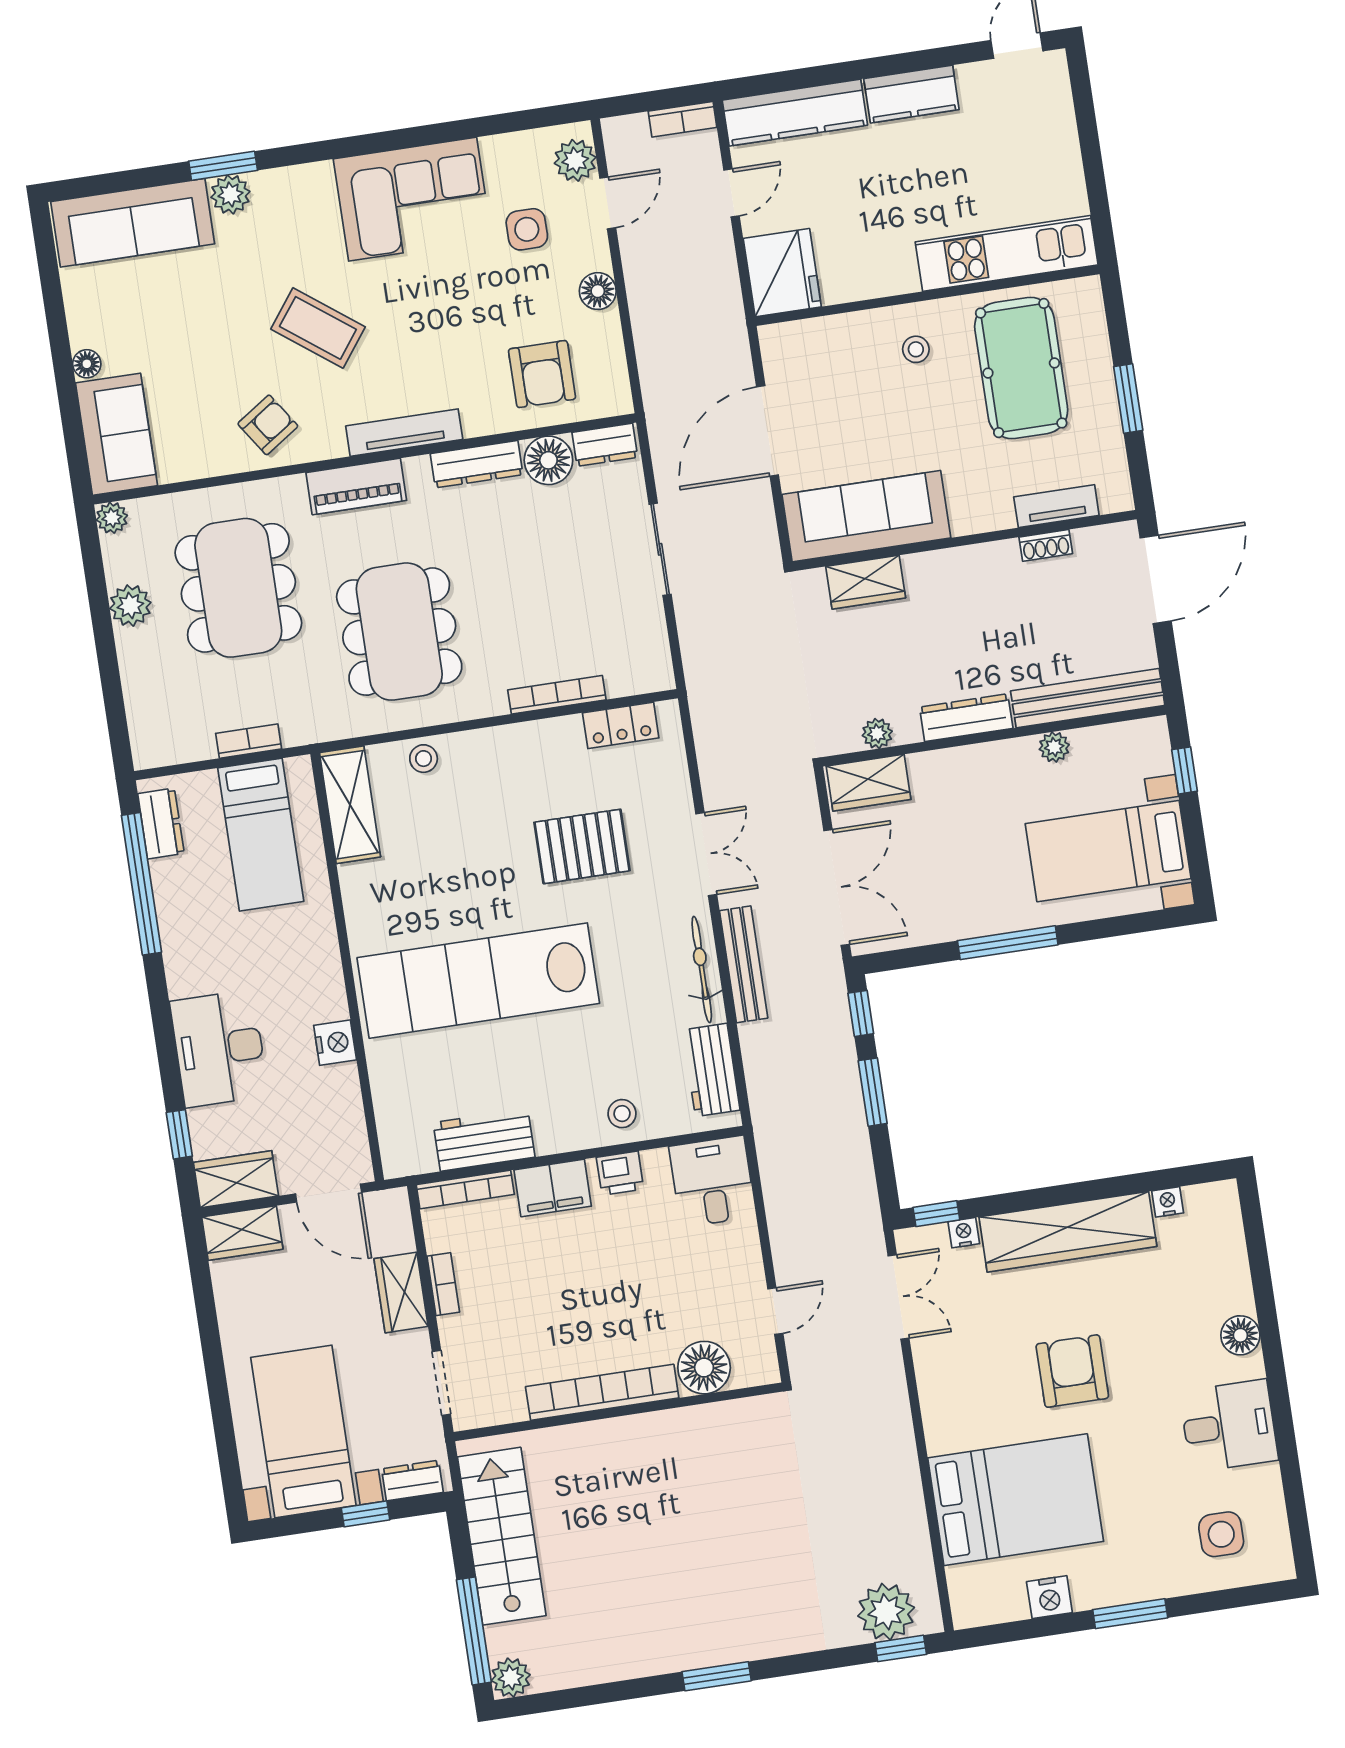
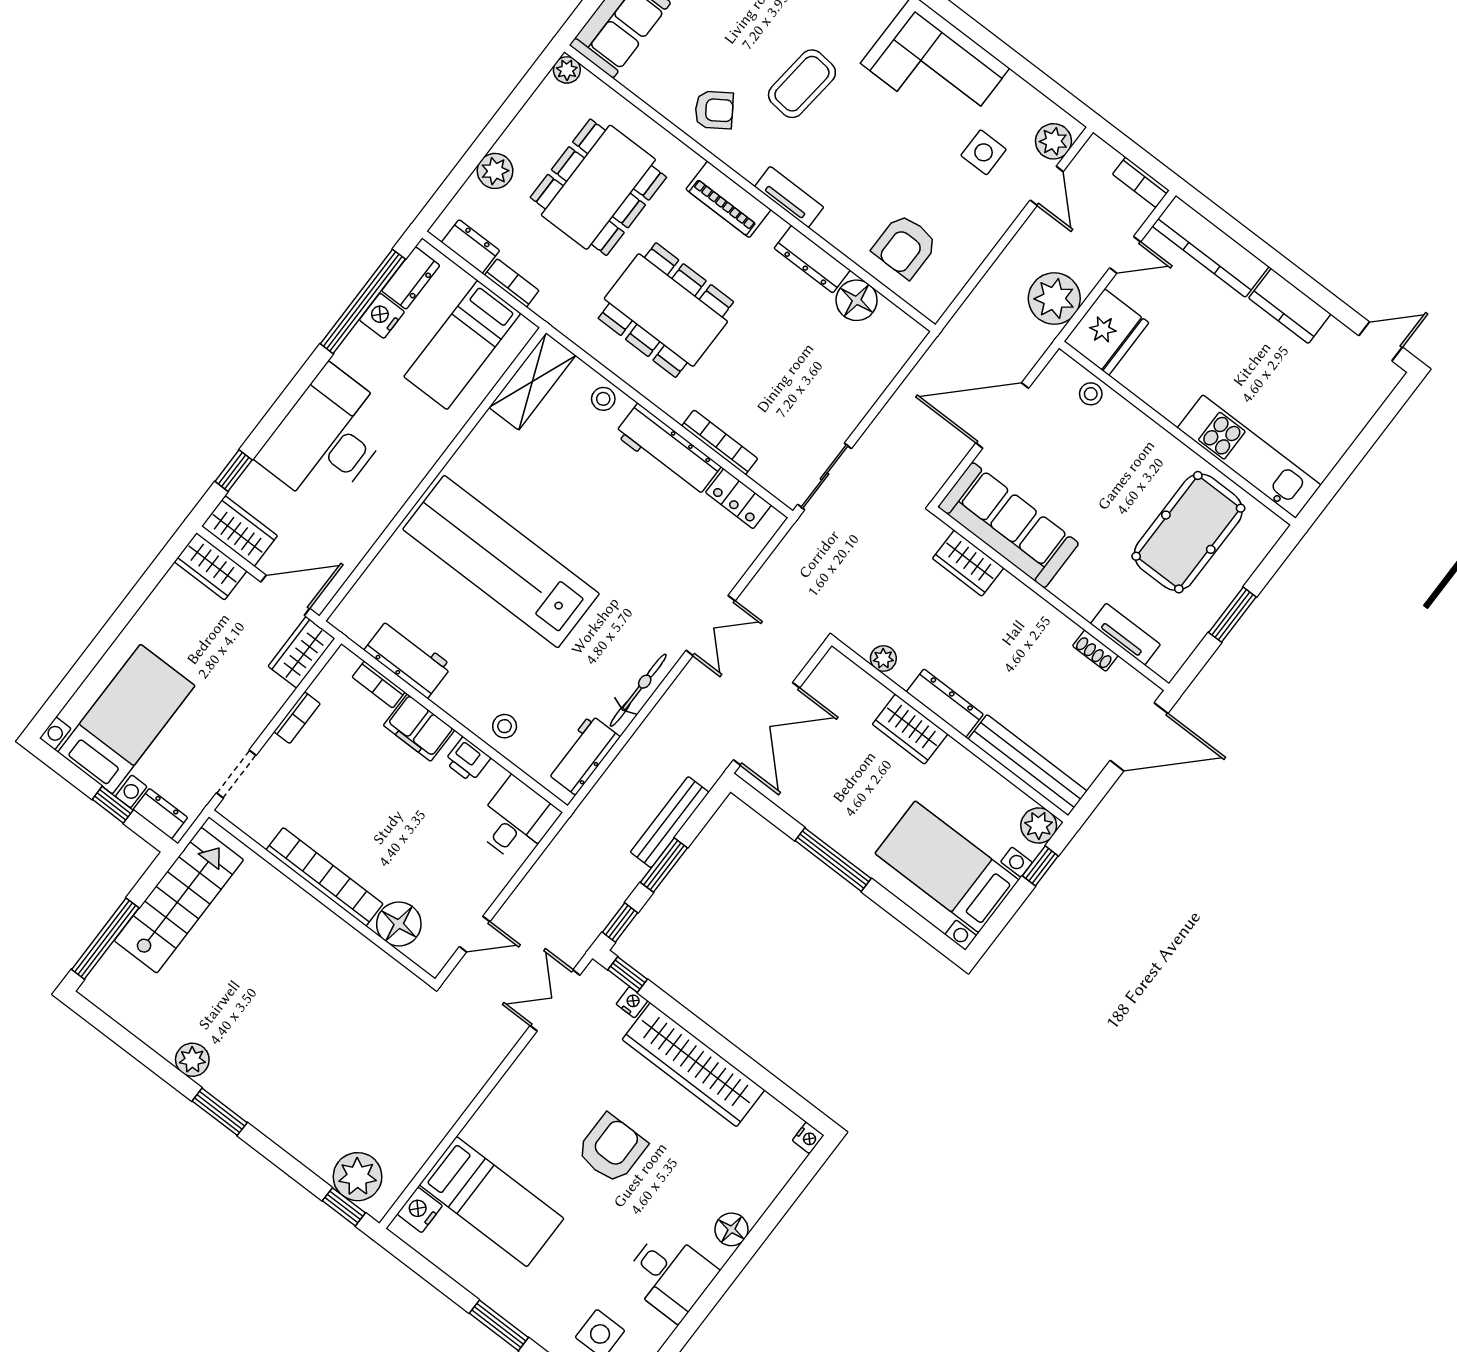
door: (608, 203) -> (1047, 186), hinge flipped
plant: (710, 290) -> (1054, 299), added
floor lamp: (598, 291) -> (988, 231), removed
coffee table: (318, 328) -> (802, 84), turned 59
stool: (916, 349) -> (1091, 394), moved
tv unit: (404, 433) -> (789, 197), width x0.71
dresser: (605, 445) -> (471, 246), moved, turned 180
sliding door: (660, 549) -> (825, 476), moved
plant: (130, 606) -> (495, 171), moved
dining table: (399, 632) -> (666, 310), turned 90
workbench: (521, 746) -> (668, 450), added
plant: (1054, 747) -> (1039, 826), moved, width x1.38, depth x1.38
wardrobe: (869, 783) -> (910, 729), moved
pallet: (582, 846) -> (643, 546), removed
bench: (744, 964) -> (670, 822), moved
window: (861, 1013) -> (620, 922), moved
nightstand: (335, 1043) -> (382, 316), moved, turned 180
desk: (219, 1048) -> (327, 438), width x1.36, depth x1.30
bookcase: (465, 1190) -> (379, 684), width x0.64
door: (329, 1193) -> (285, 595), swing flipped
nightstand: (1168, 1202) -> (808, 1138), moved, turned 90
wardrobe: (401, 1292) -> (302, 652), moved
double door: (899, 1297) -> (555, 1000), swing flipped
bed: (1016, 1500) -> (492, 1202), width x0.67
nightstand: (1049, 1597) -> (420, 1210), moved, turned 90
plant: (511, 1678) -> (192, 1060), moved

